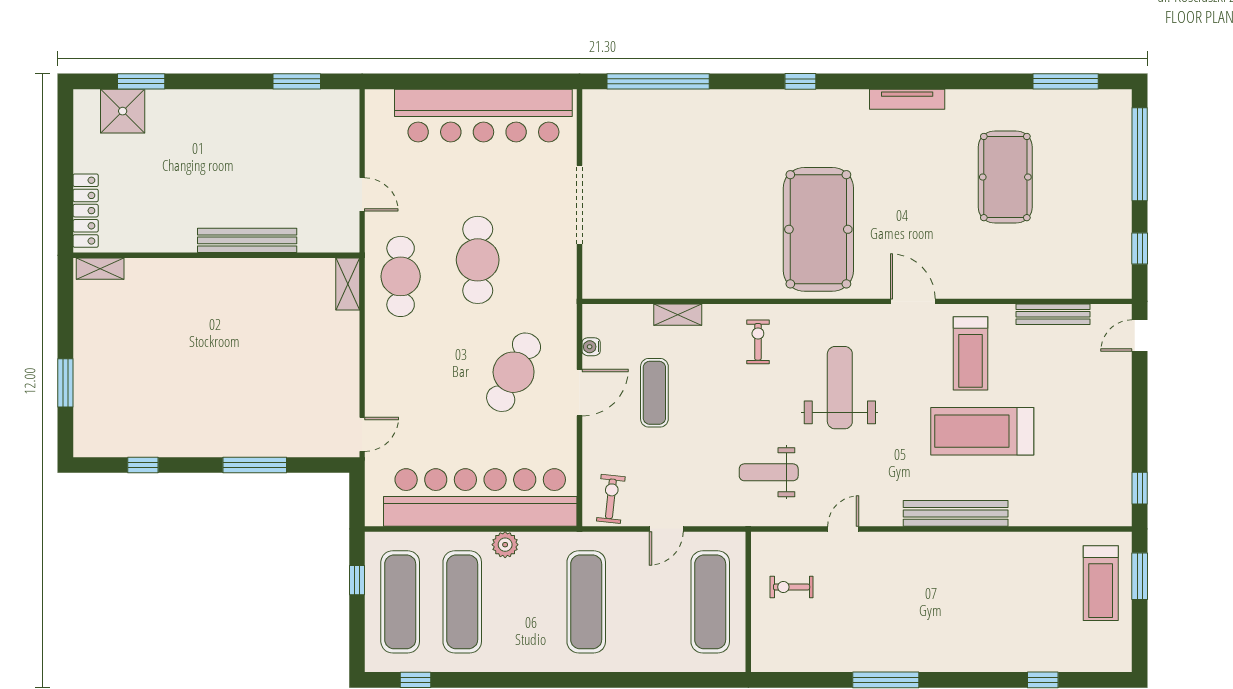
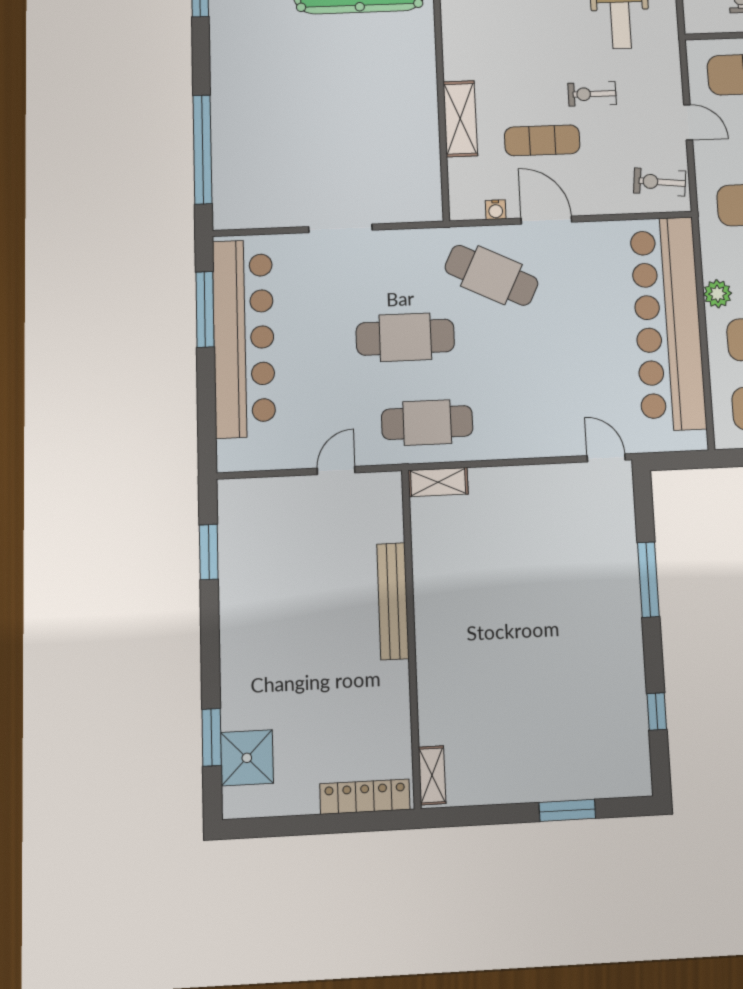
window: (511, 81) -> (205, 309), added
doorway: (579, 205) -> (340, 228), width x0.73
shelving: (678, 315) -> (460, 119), width x1.50, depth x1.33
exercise bike: (758, 342) -> (592, 94), moved
cafe table: (514, 372) -> (491, 275), moved

